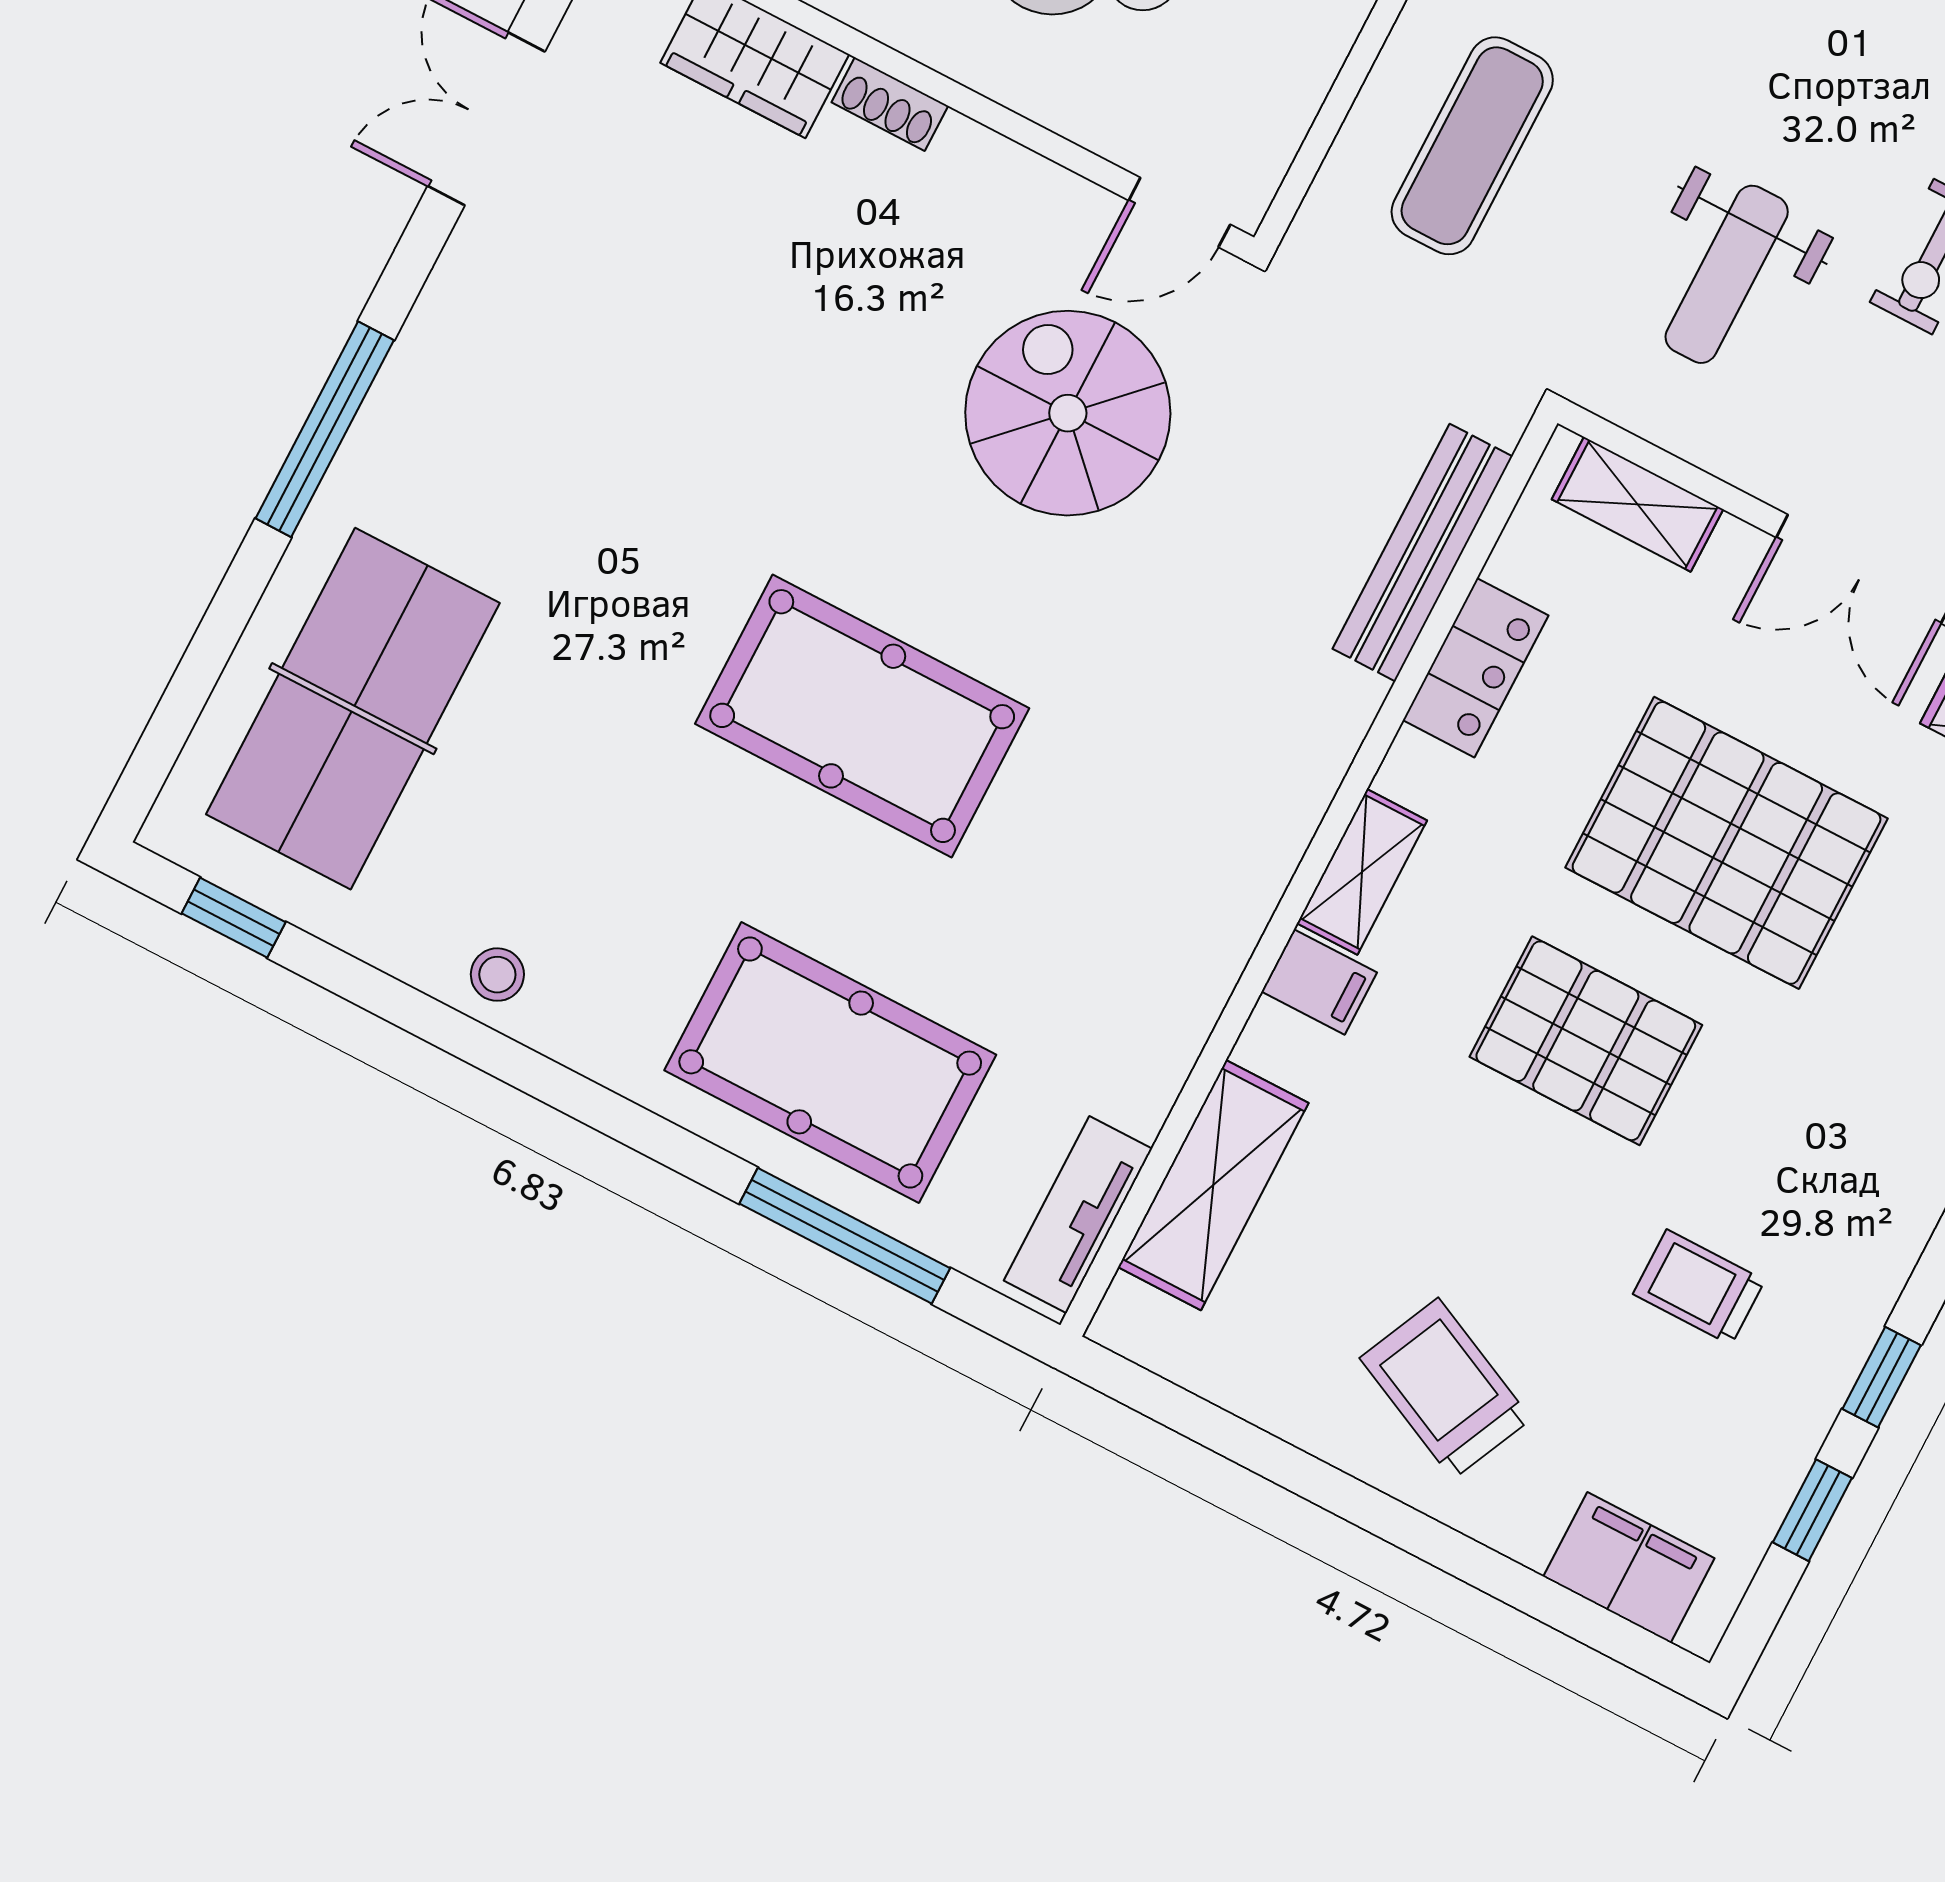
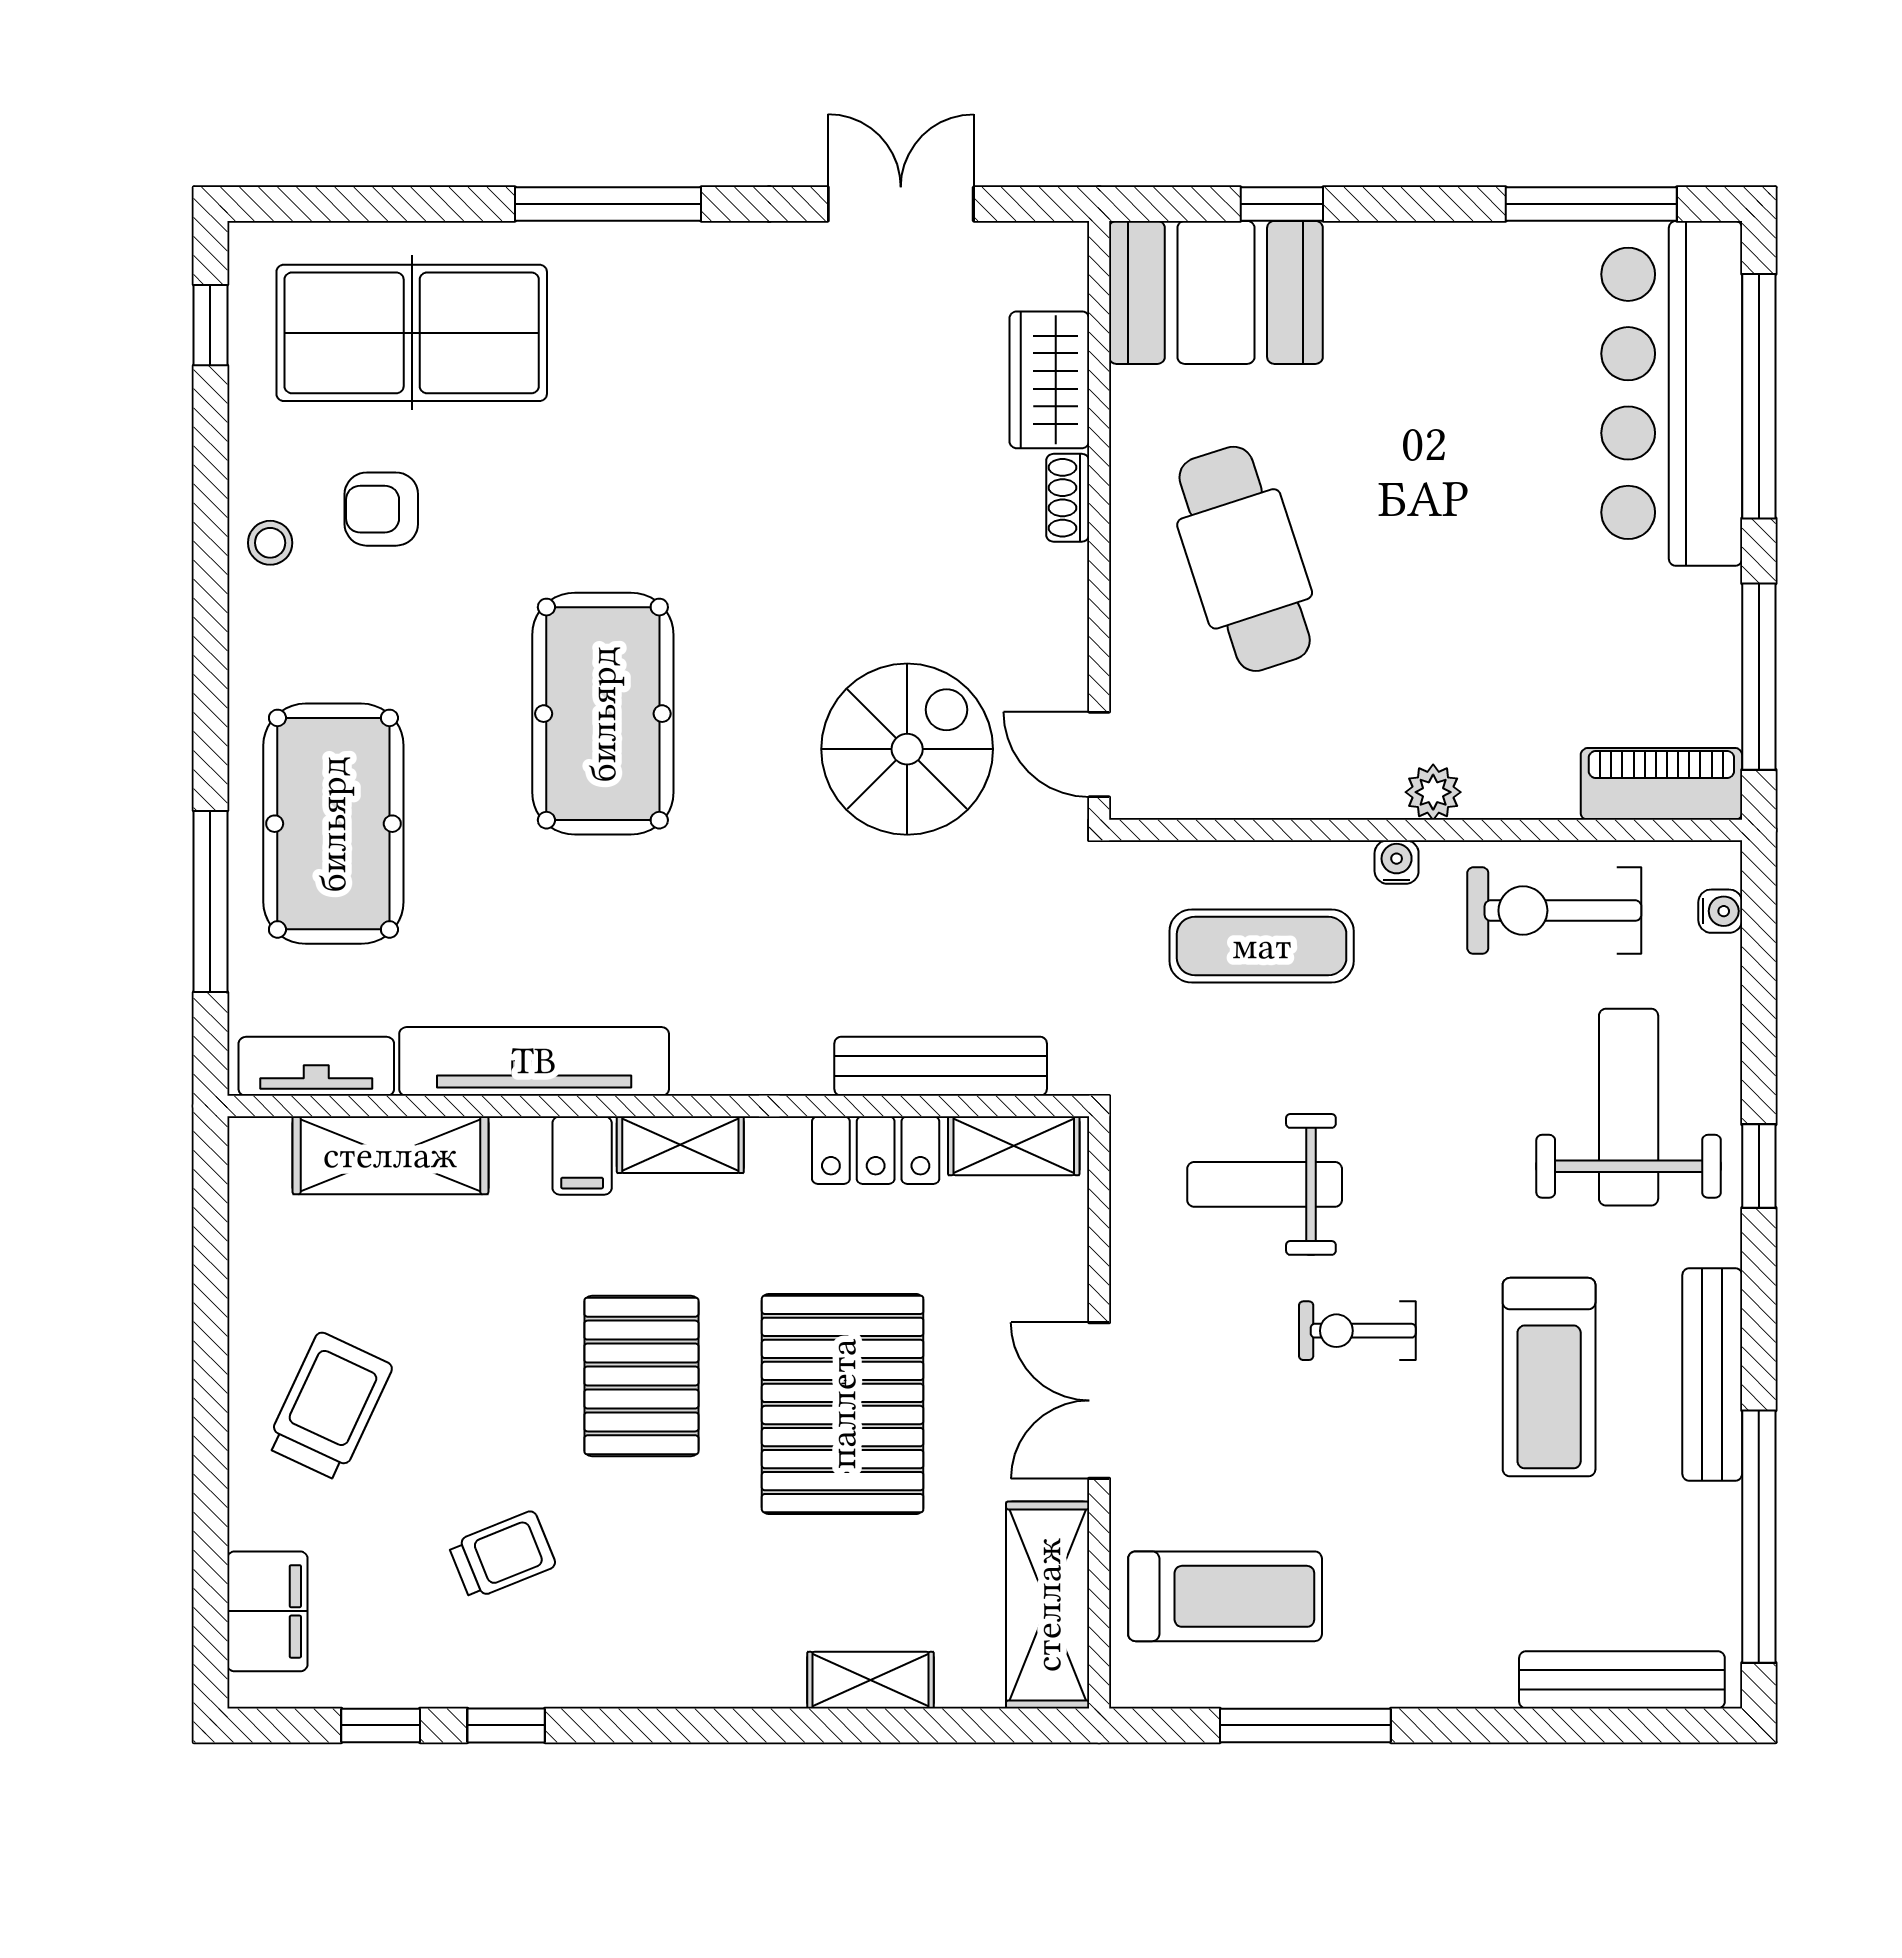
shelving: (1637, 504) -> (1014, 1146), moved, turned 90
armchair: (523, 838) -> (381, 509), added
tv unit: (1193, 981) -> (534, 1061), added
trolley: (1699, 1287) -> (502, 1555), turned 68

